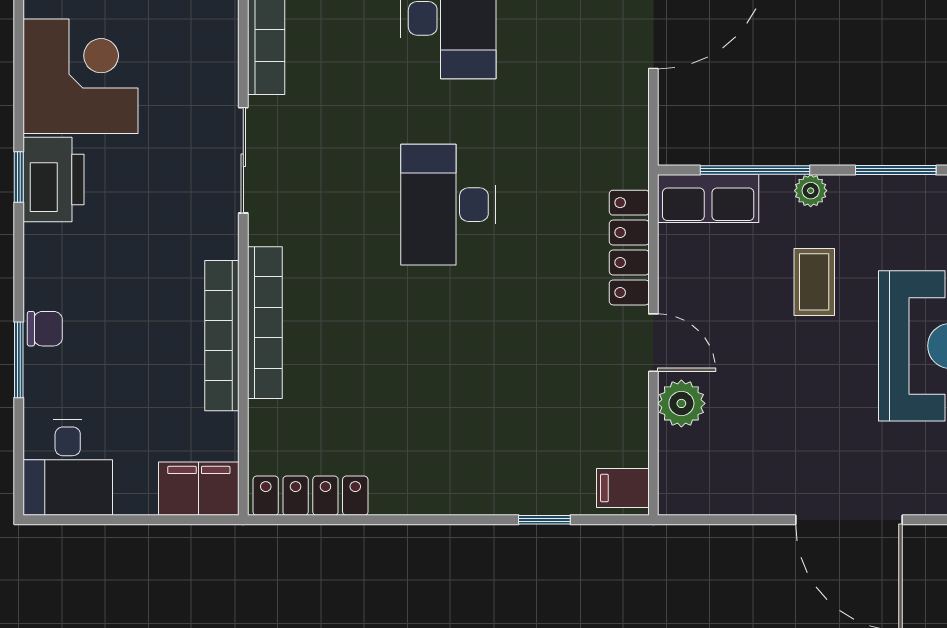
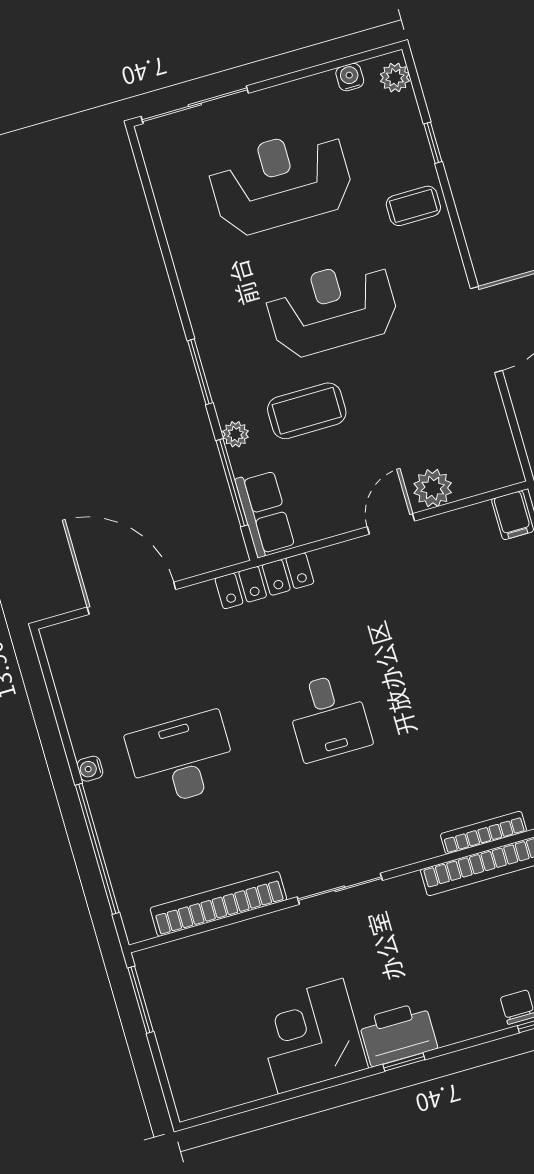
desk: (448, 205) -> (328, 717), width x0.73
locker: (629, 248) -> (264, 581), moved
coffee table: (814, 282) -> (307, 411), width x1.36, depth x1.30
bookcase: (265, 323) -> (483, 833), width x0.68, depth x0.76

